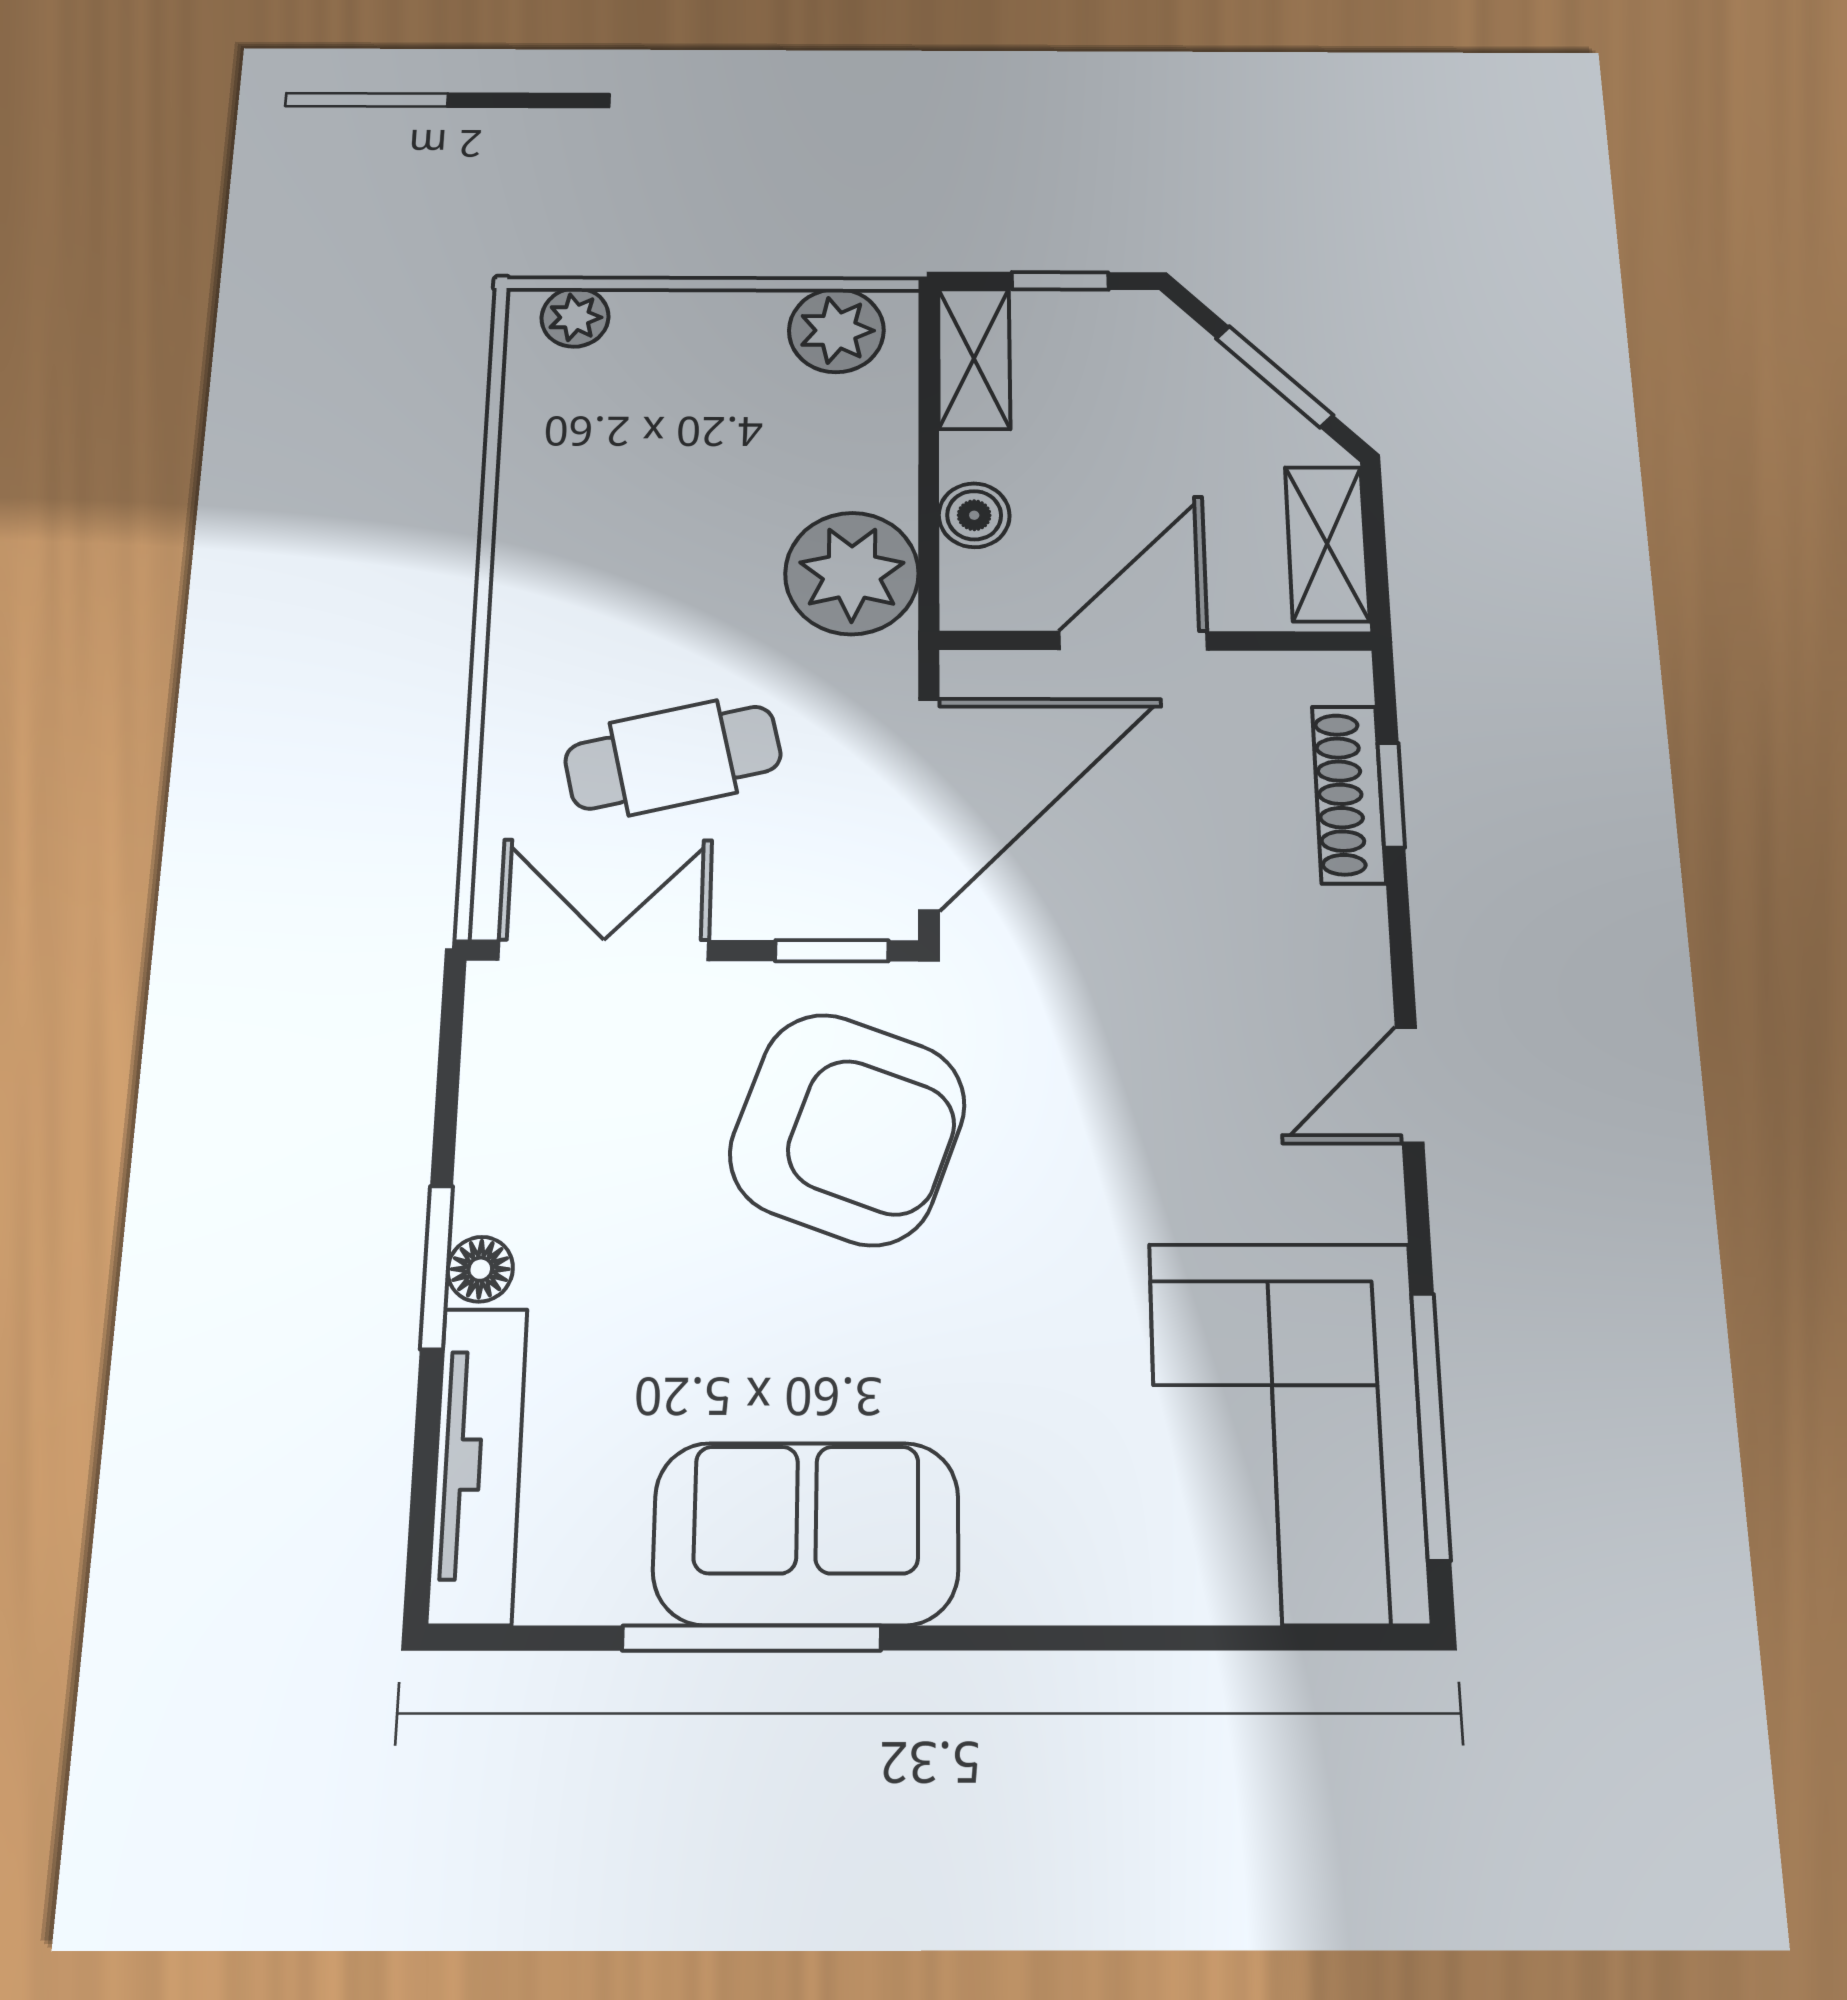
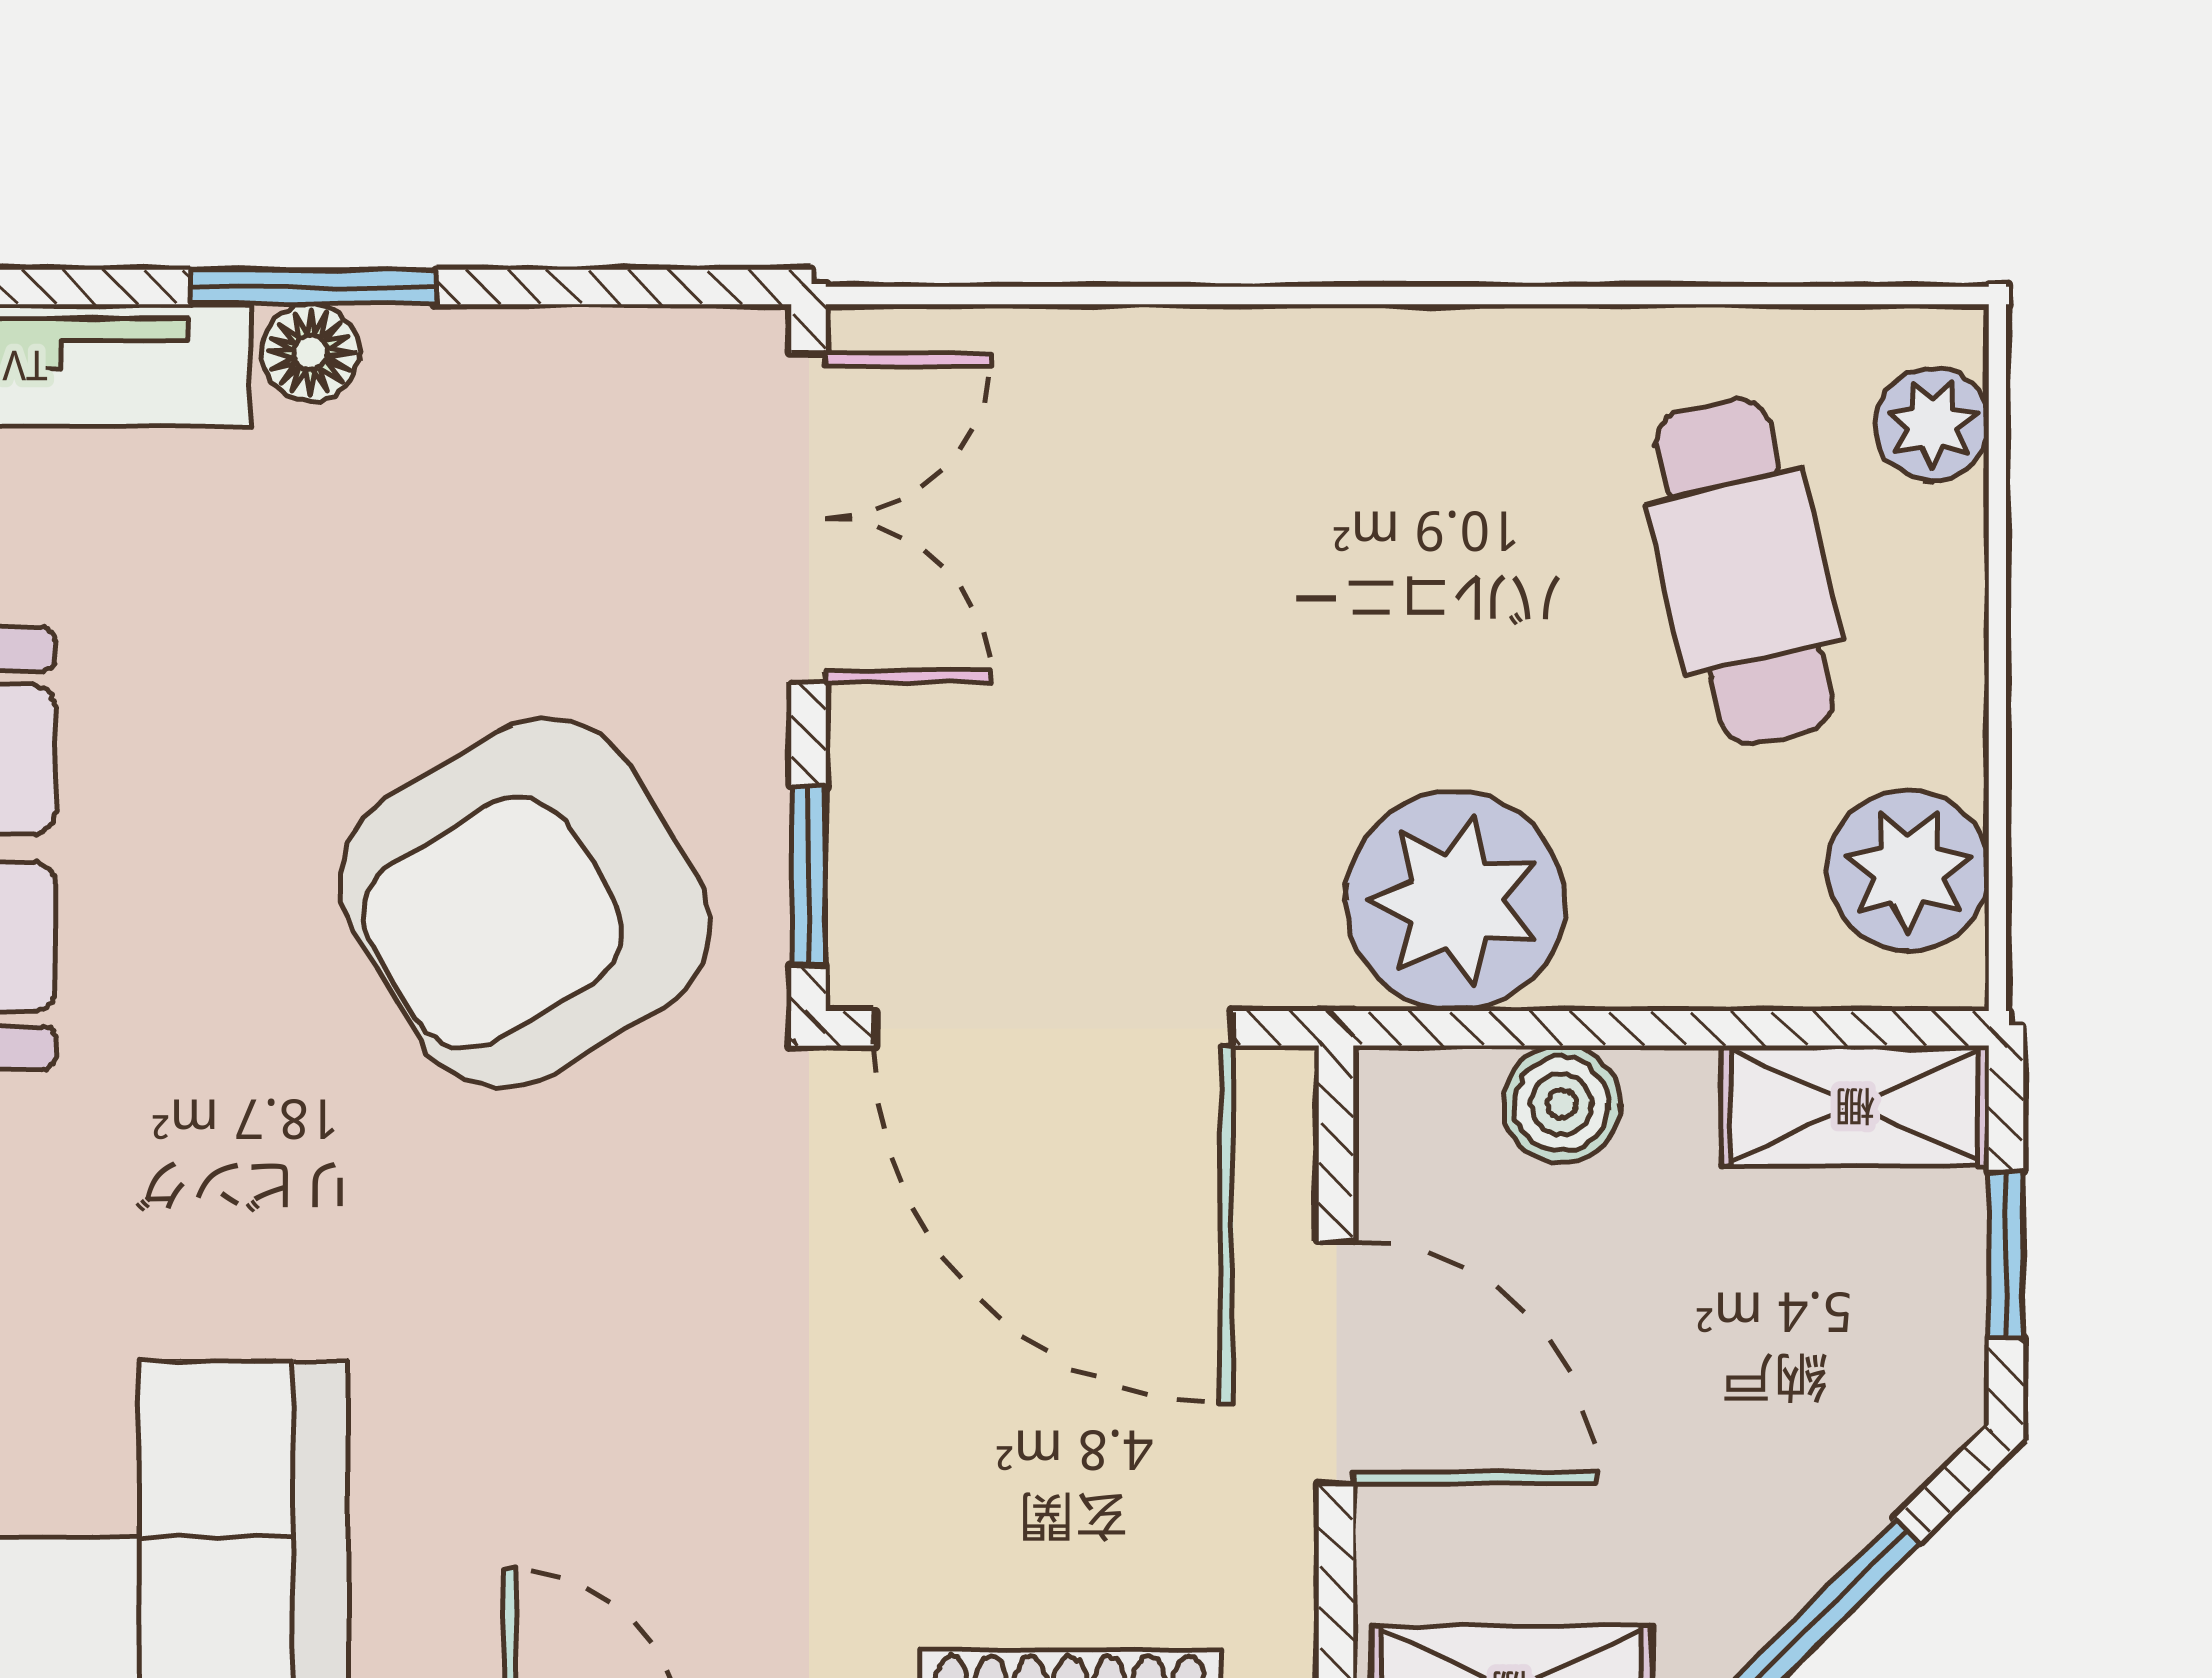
cafe table: (673, 758) -> (1744, 572), moved
armchair: (848, 1129) -> (525, 903), turned 39

